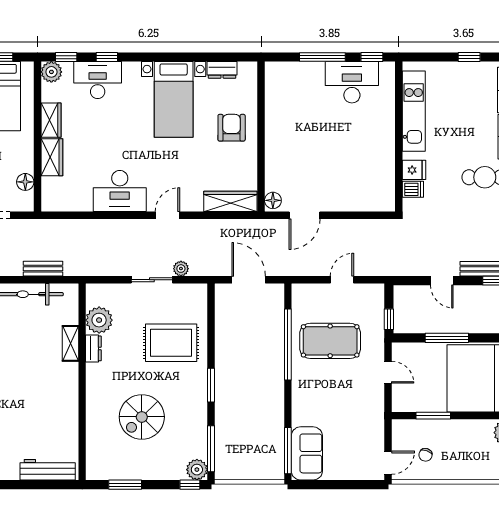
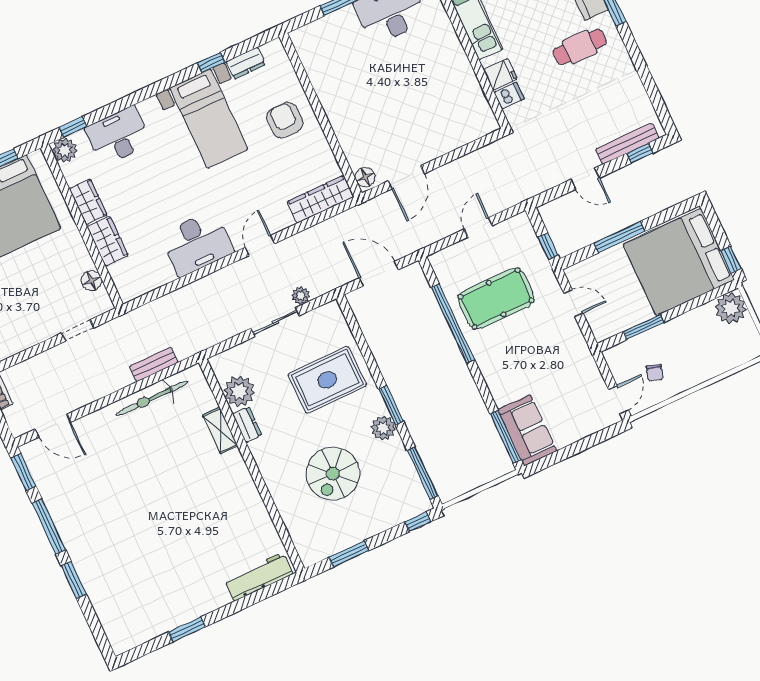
window: (107, 57) -> (211, 63), moved
plant: (197, 470) -> (383, 428), moved

